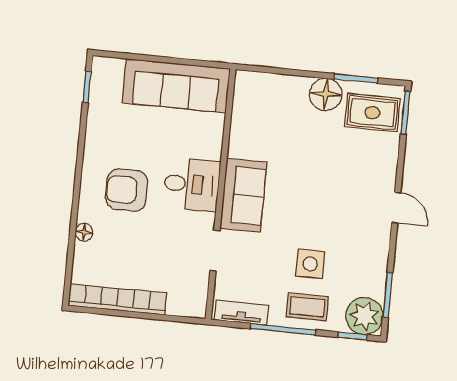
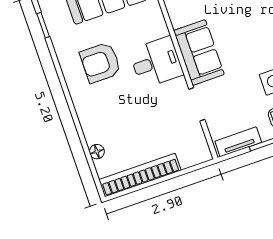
armchair: (127, 190) -> (100, 63), moved
floor lamp: (84, 232) -> (97, 152), moved

